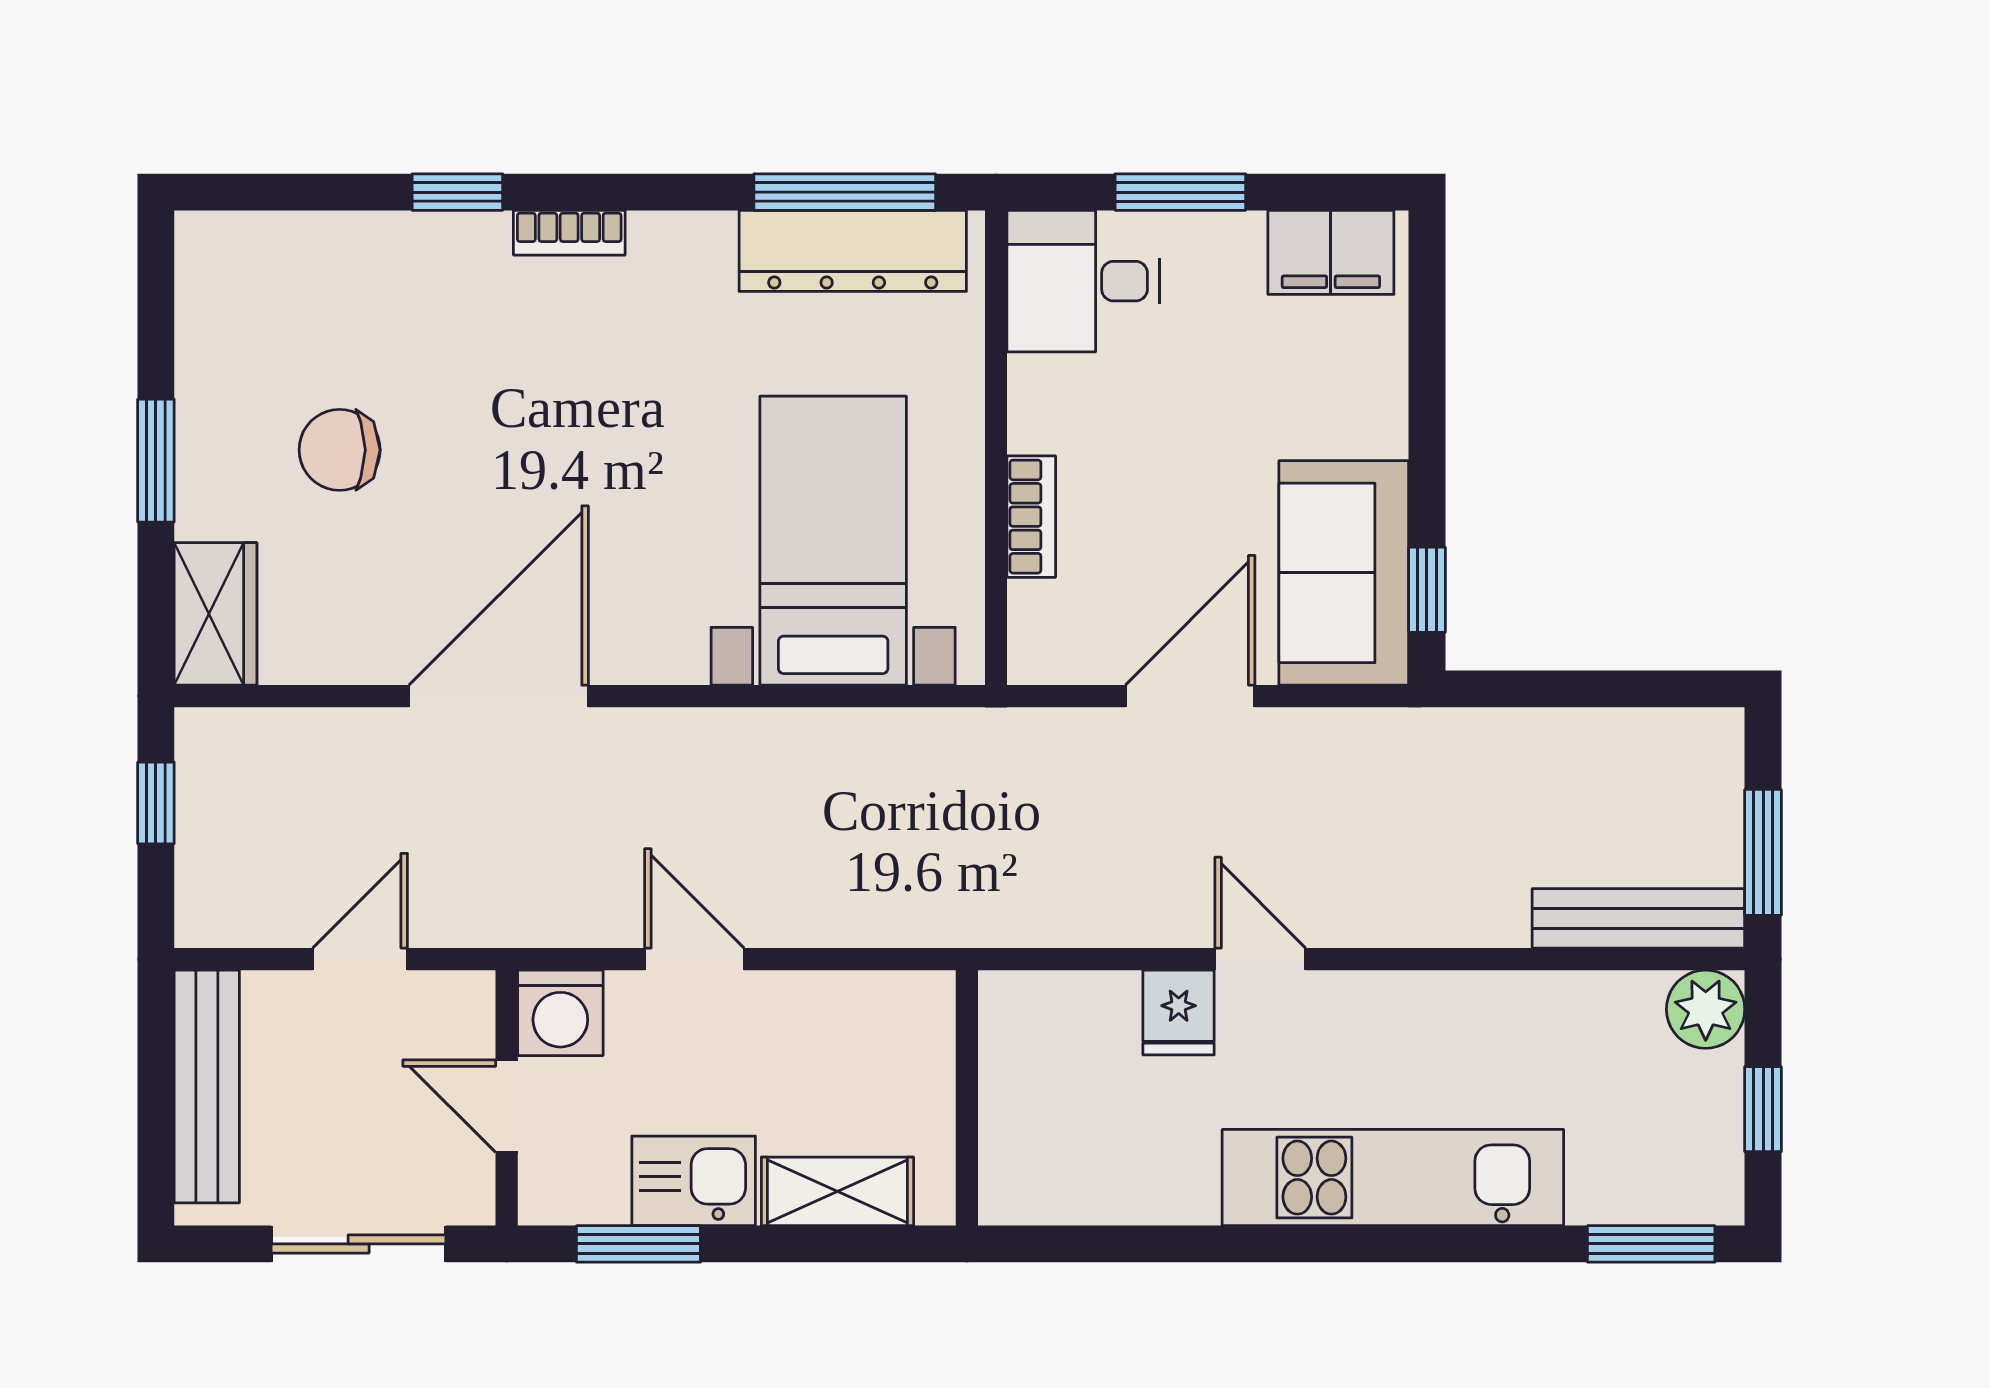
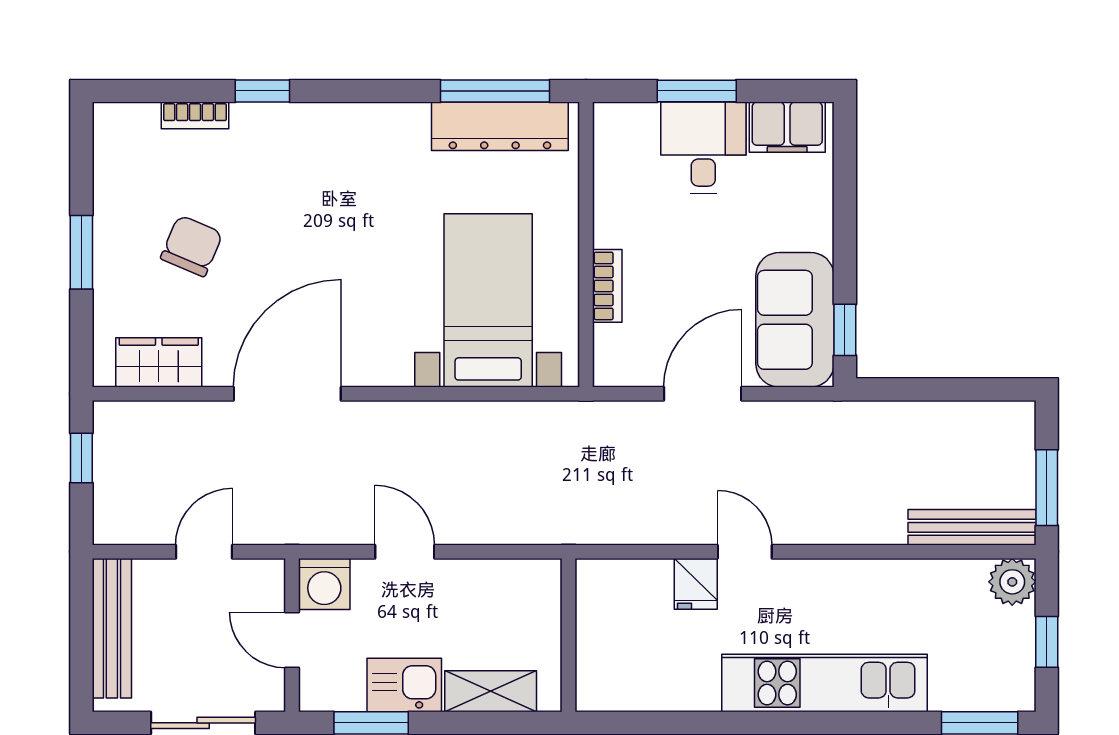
bookcase: (569, 233) -> (195, 115), moved
desk: (1083, 281) -> (703, 148), moved, turned 90
chair: (340, 450) -> (192, 246), turned 113
wardrobe: (216, 614) -> (159, 362), moved, turned -90

